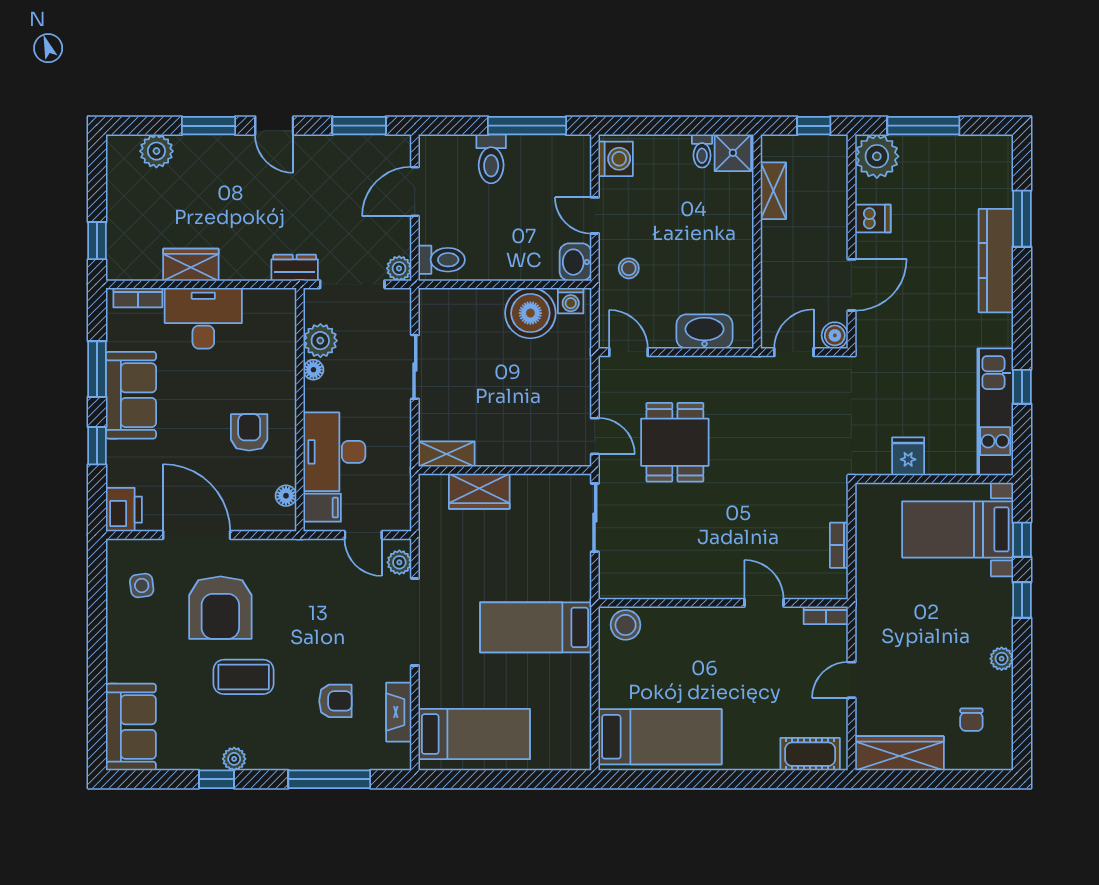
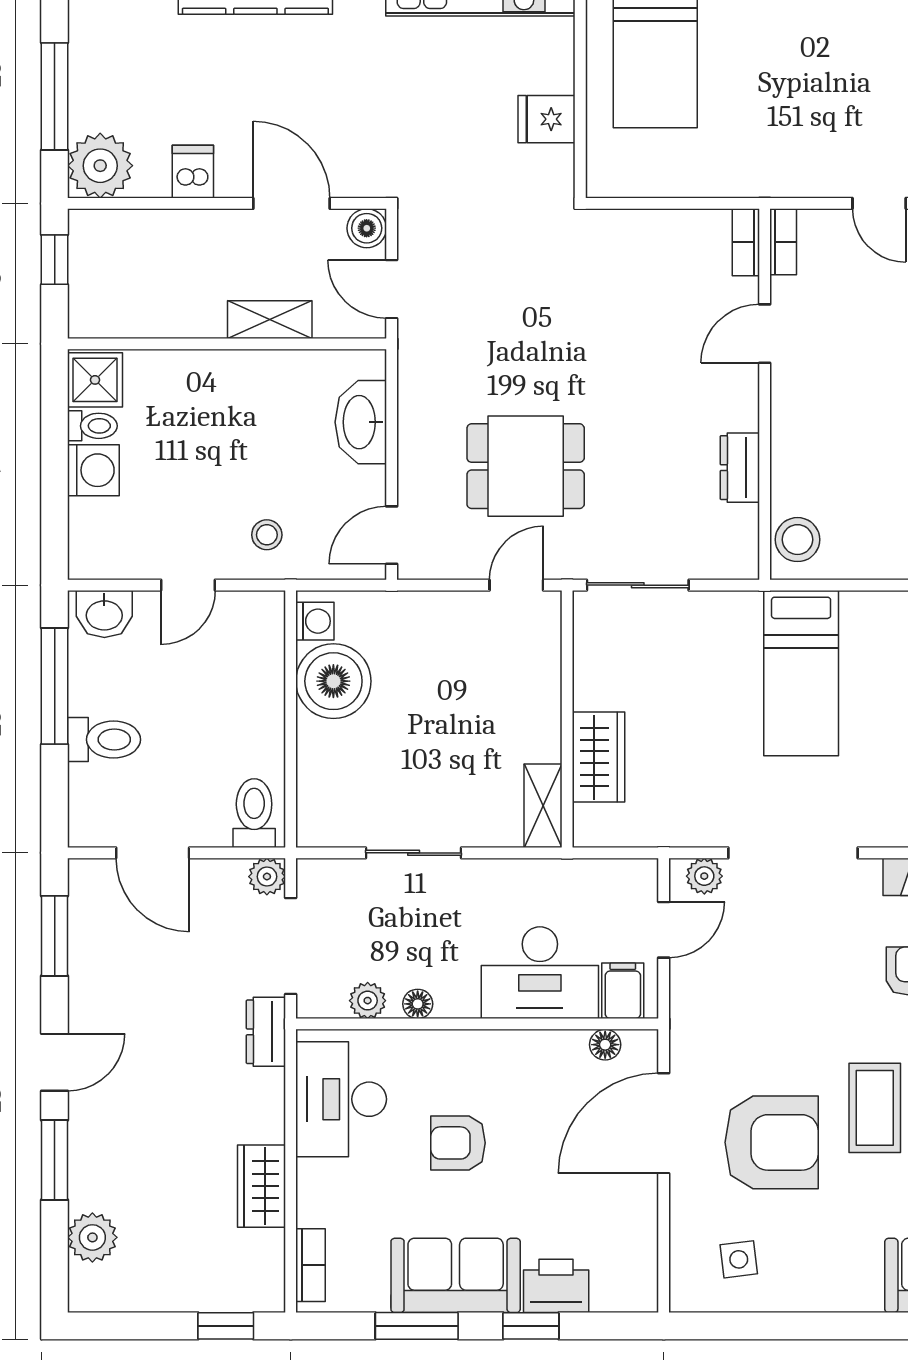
washing machine: (616, 159) -> (93, 470), moved, turned 90
shelving: (773, 191) -> (270, 320), moved
washbasin: (575, 262) -> (104, 614), moved
desk: (203, 318) -> (341, 1099), moved
plant: (320, 341) -> (368, 1001), width x0.73, depth x0.73
armchair: (249, 432) -> (458, 1143), moved
printer: (124, 510) -> (556, 1286), moved
door: (197, 535) -> (664, 1123), moved
bookcase: (839, 545) -> (746, 242), moved, turned 90
dresser: (674, 586) -> (740, 468), added

